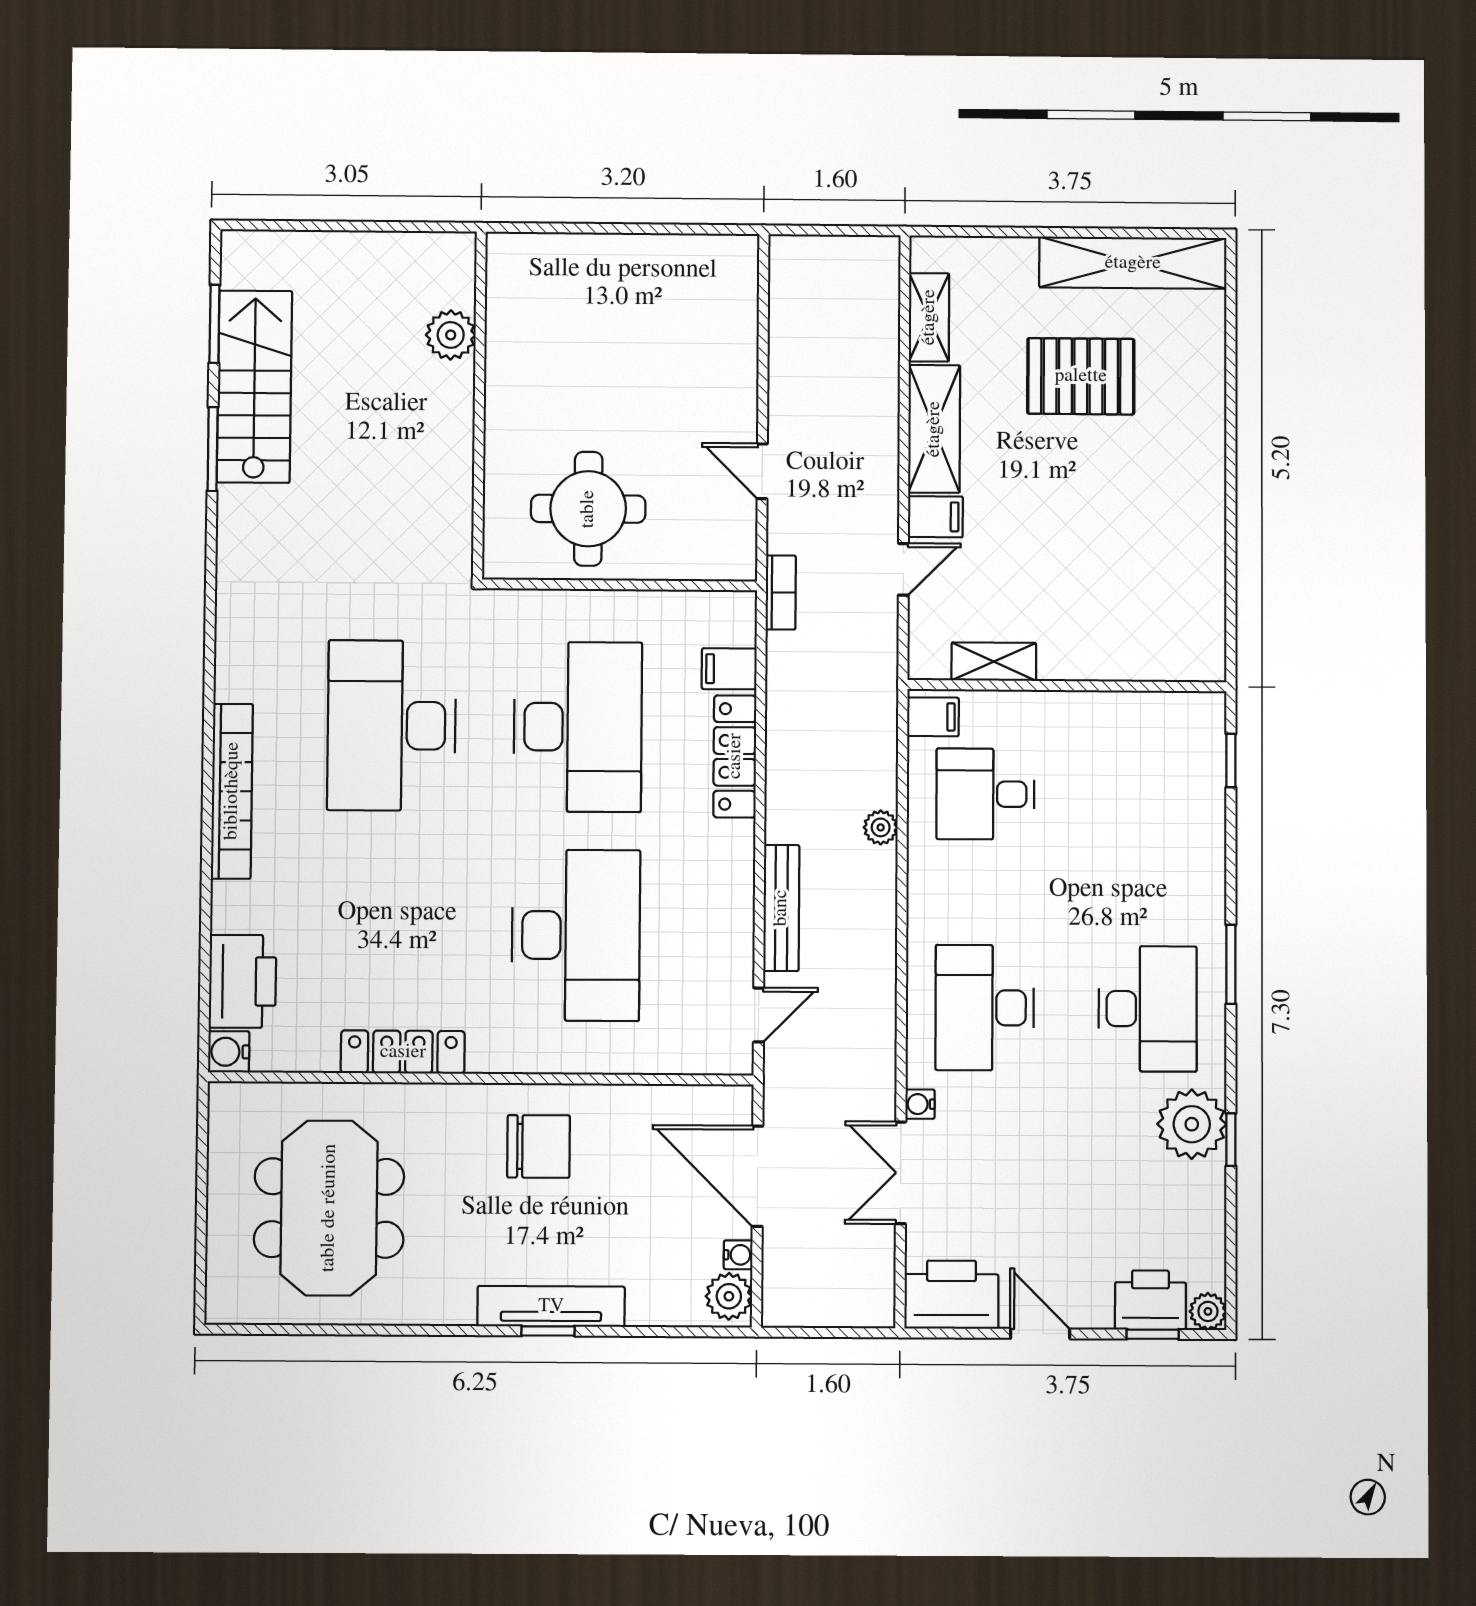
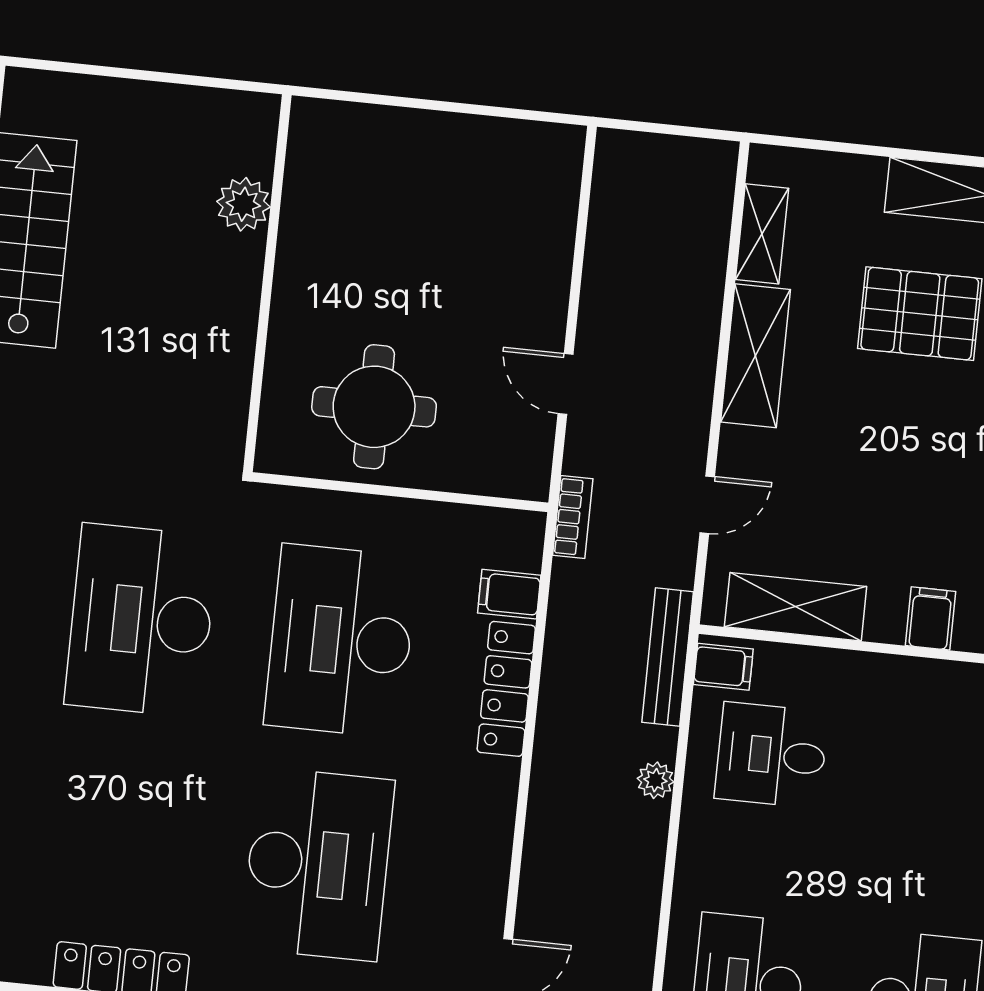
filing cabinet: (935, 517) -> (930, 618), moved, turned -90
shelving: (994, 662) -> (796, 607), width x1.50, depth x1.33
desk: (578, 727) -> (341, 641), turned 180
bench: (781, 908) -> (668, 657), moved

